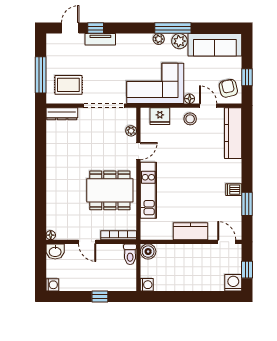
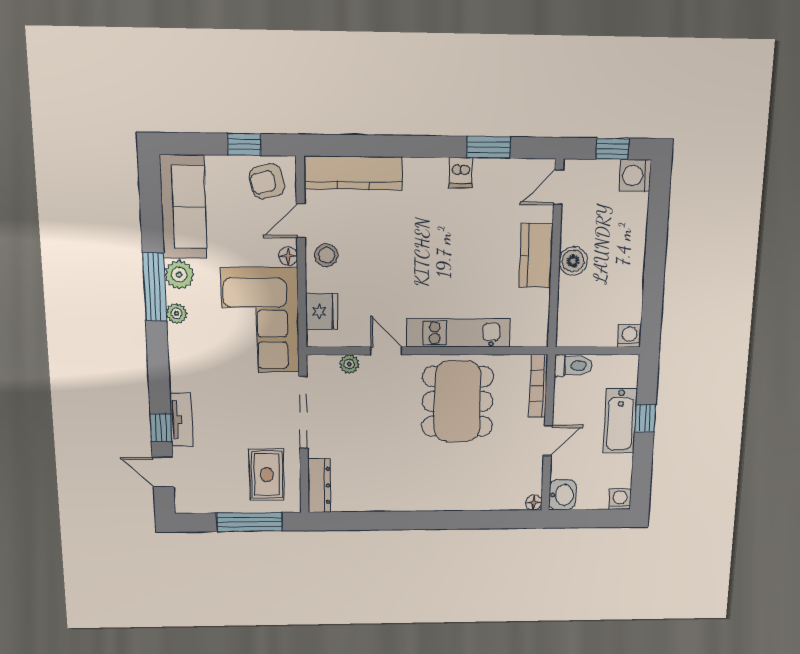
boiler: (148, 252) -> (573, 261), moved
bathtub: (99, 282) -> (620, 421), added

